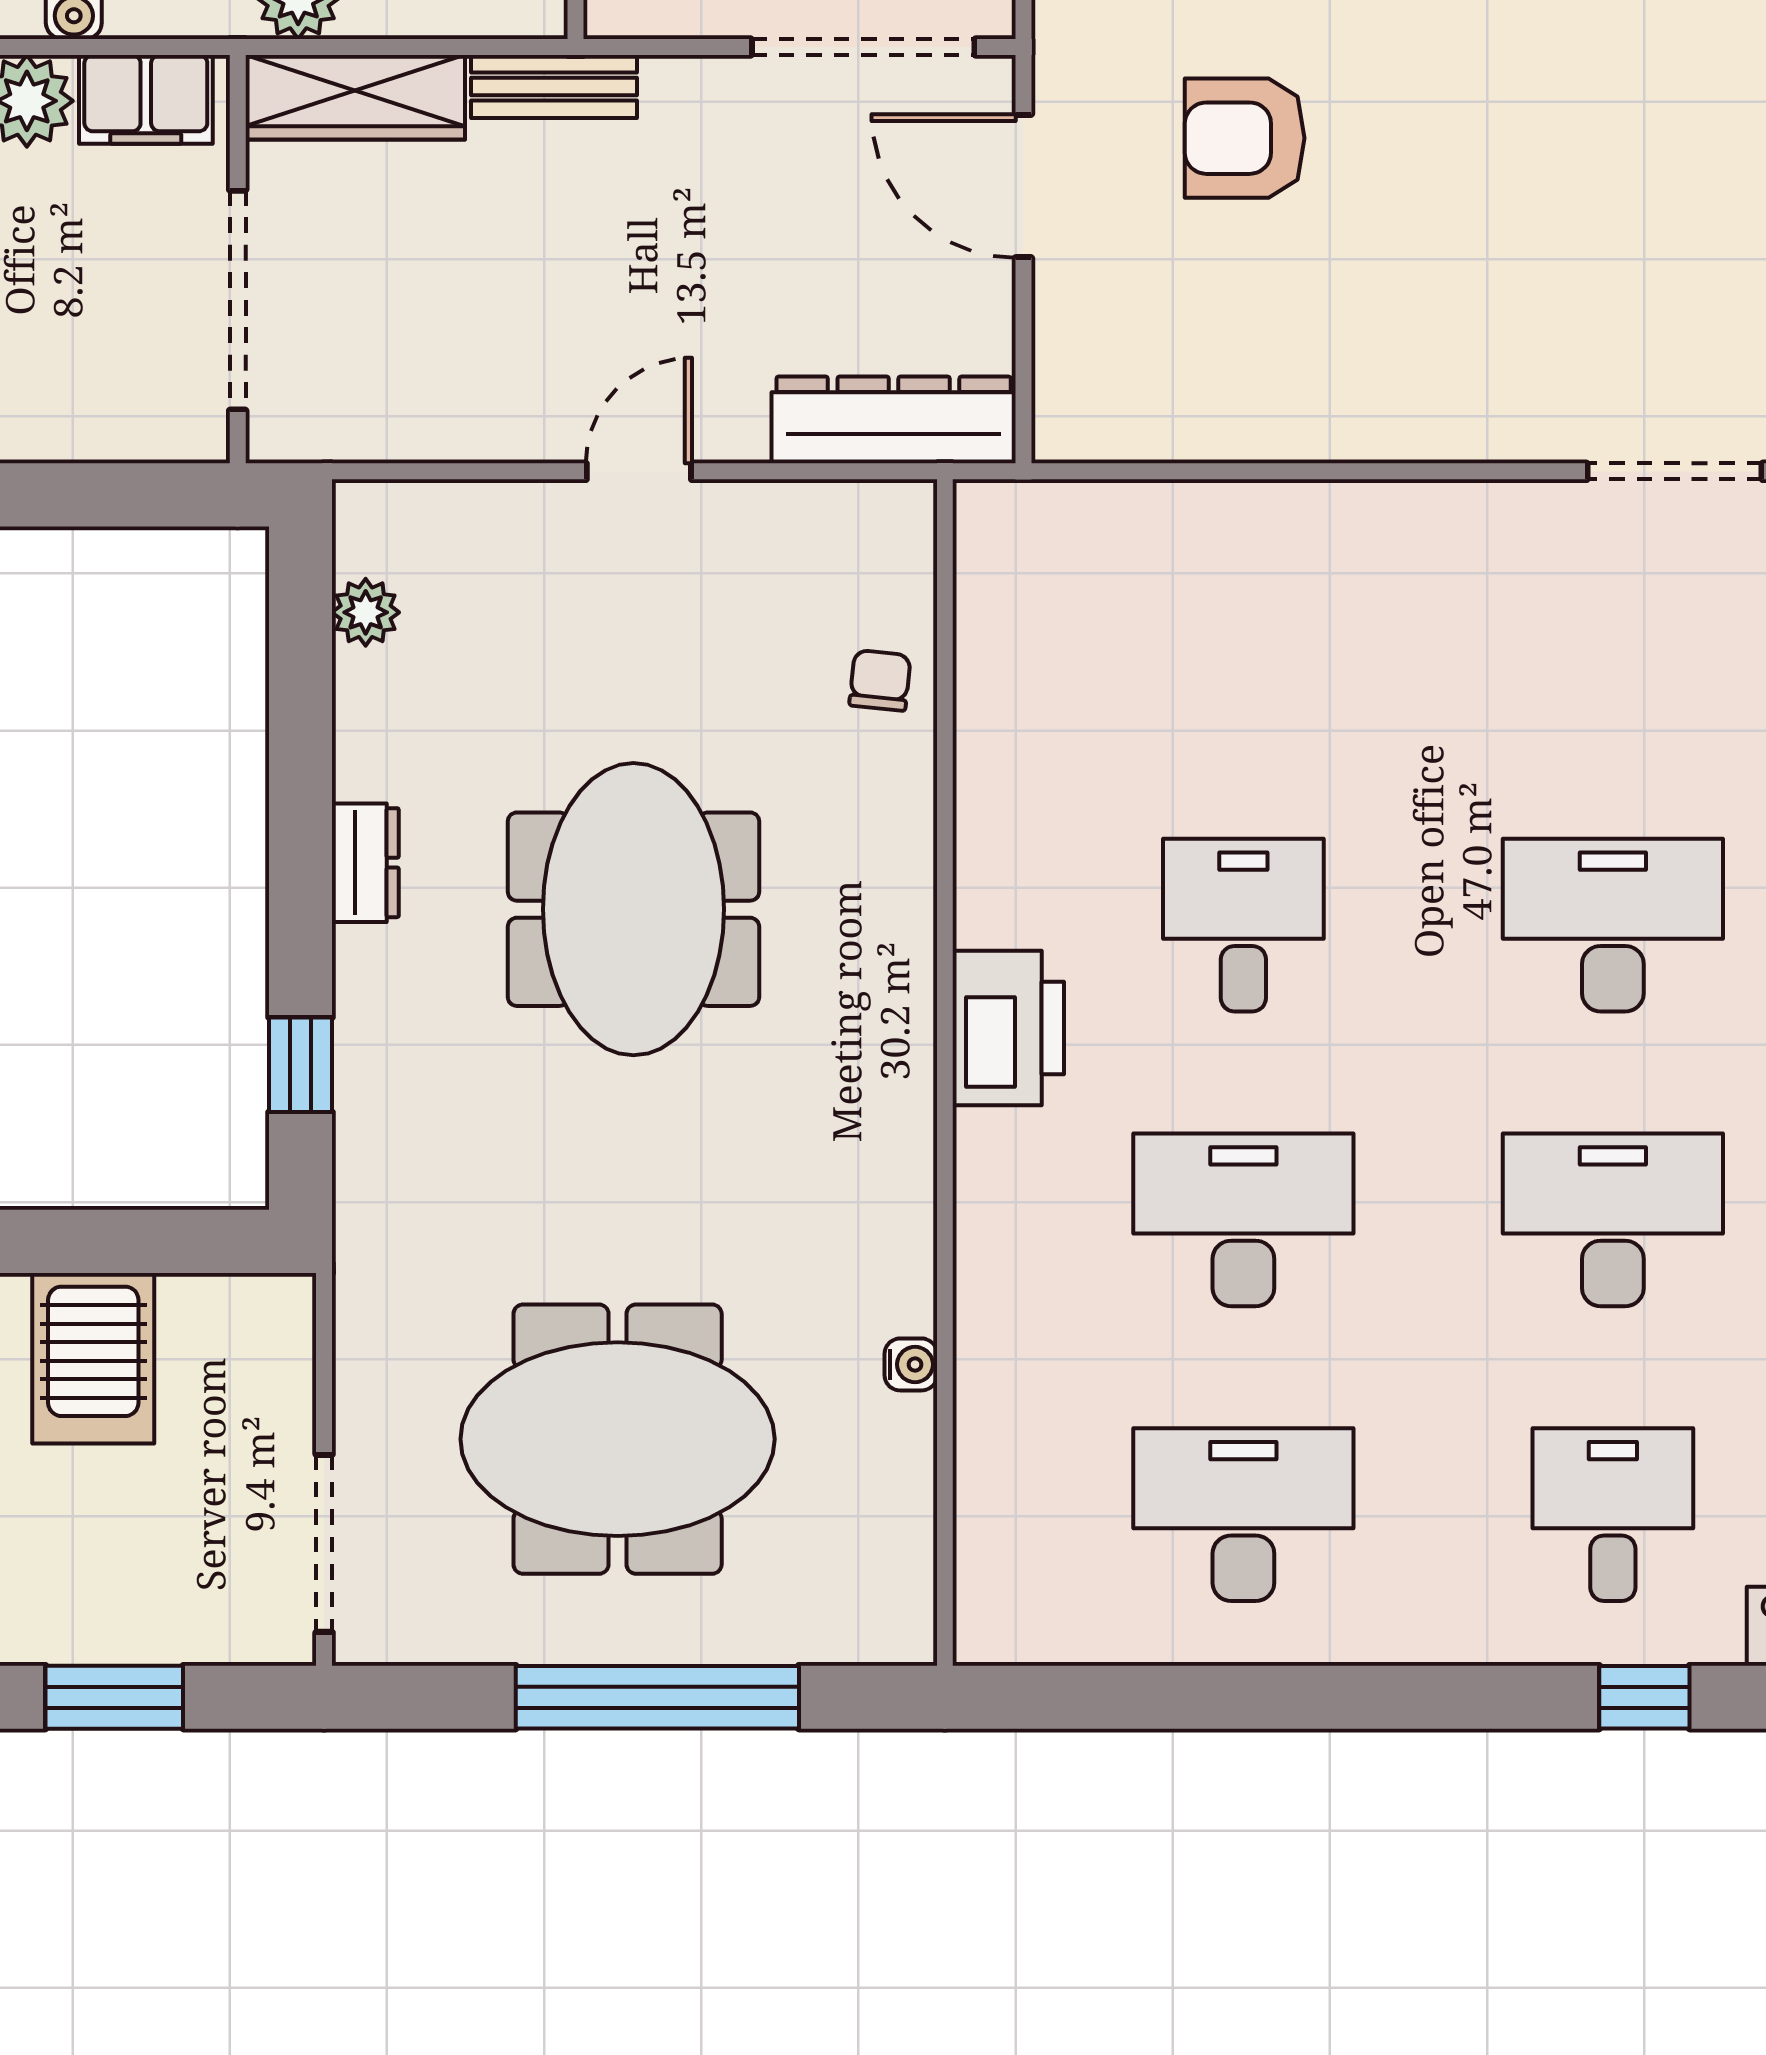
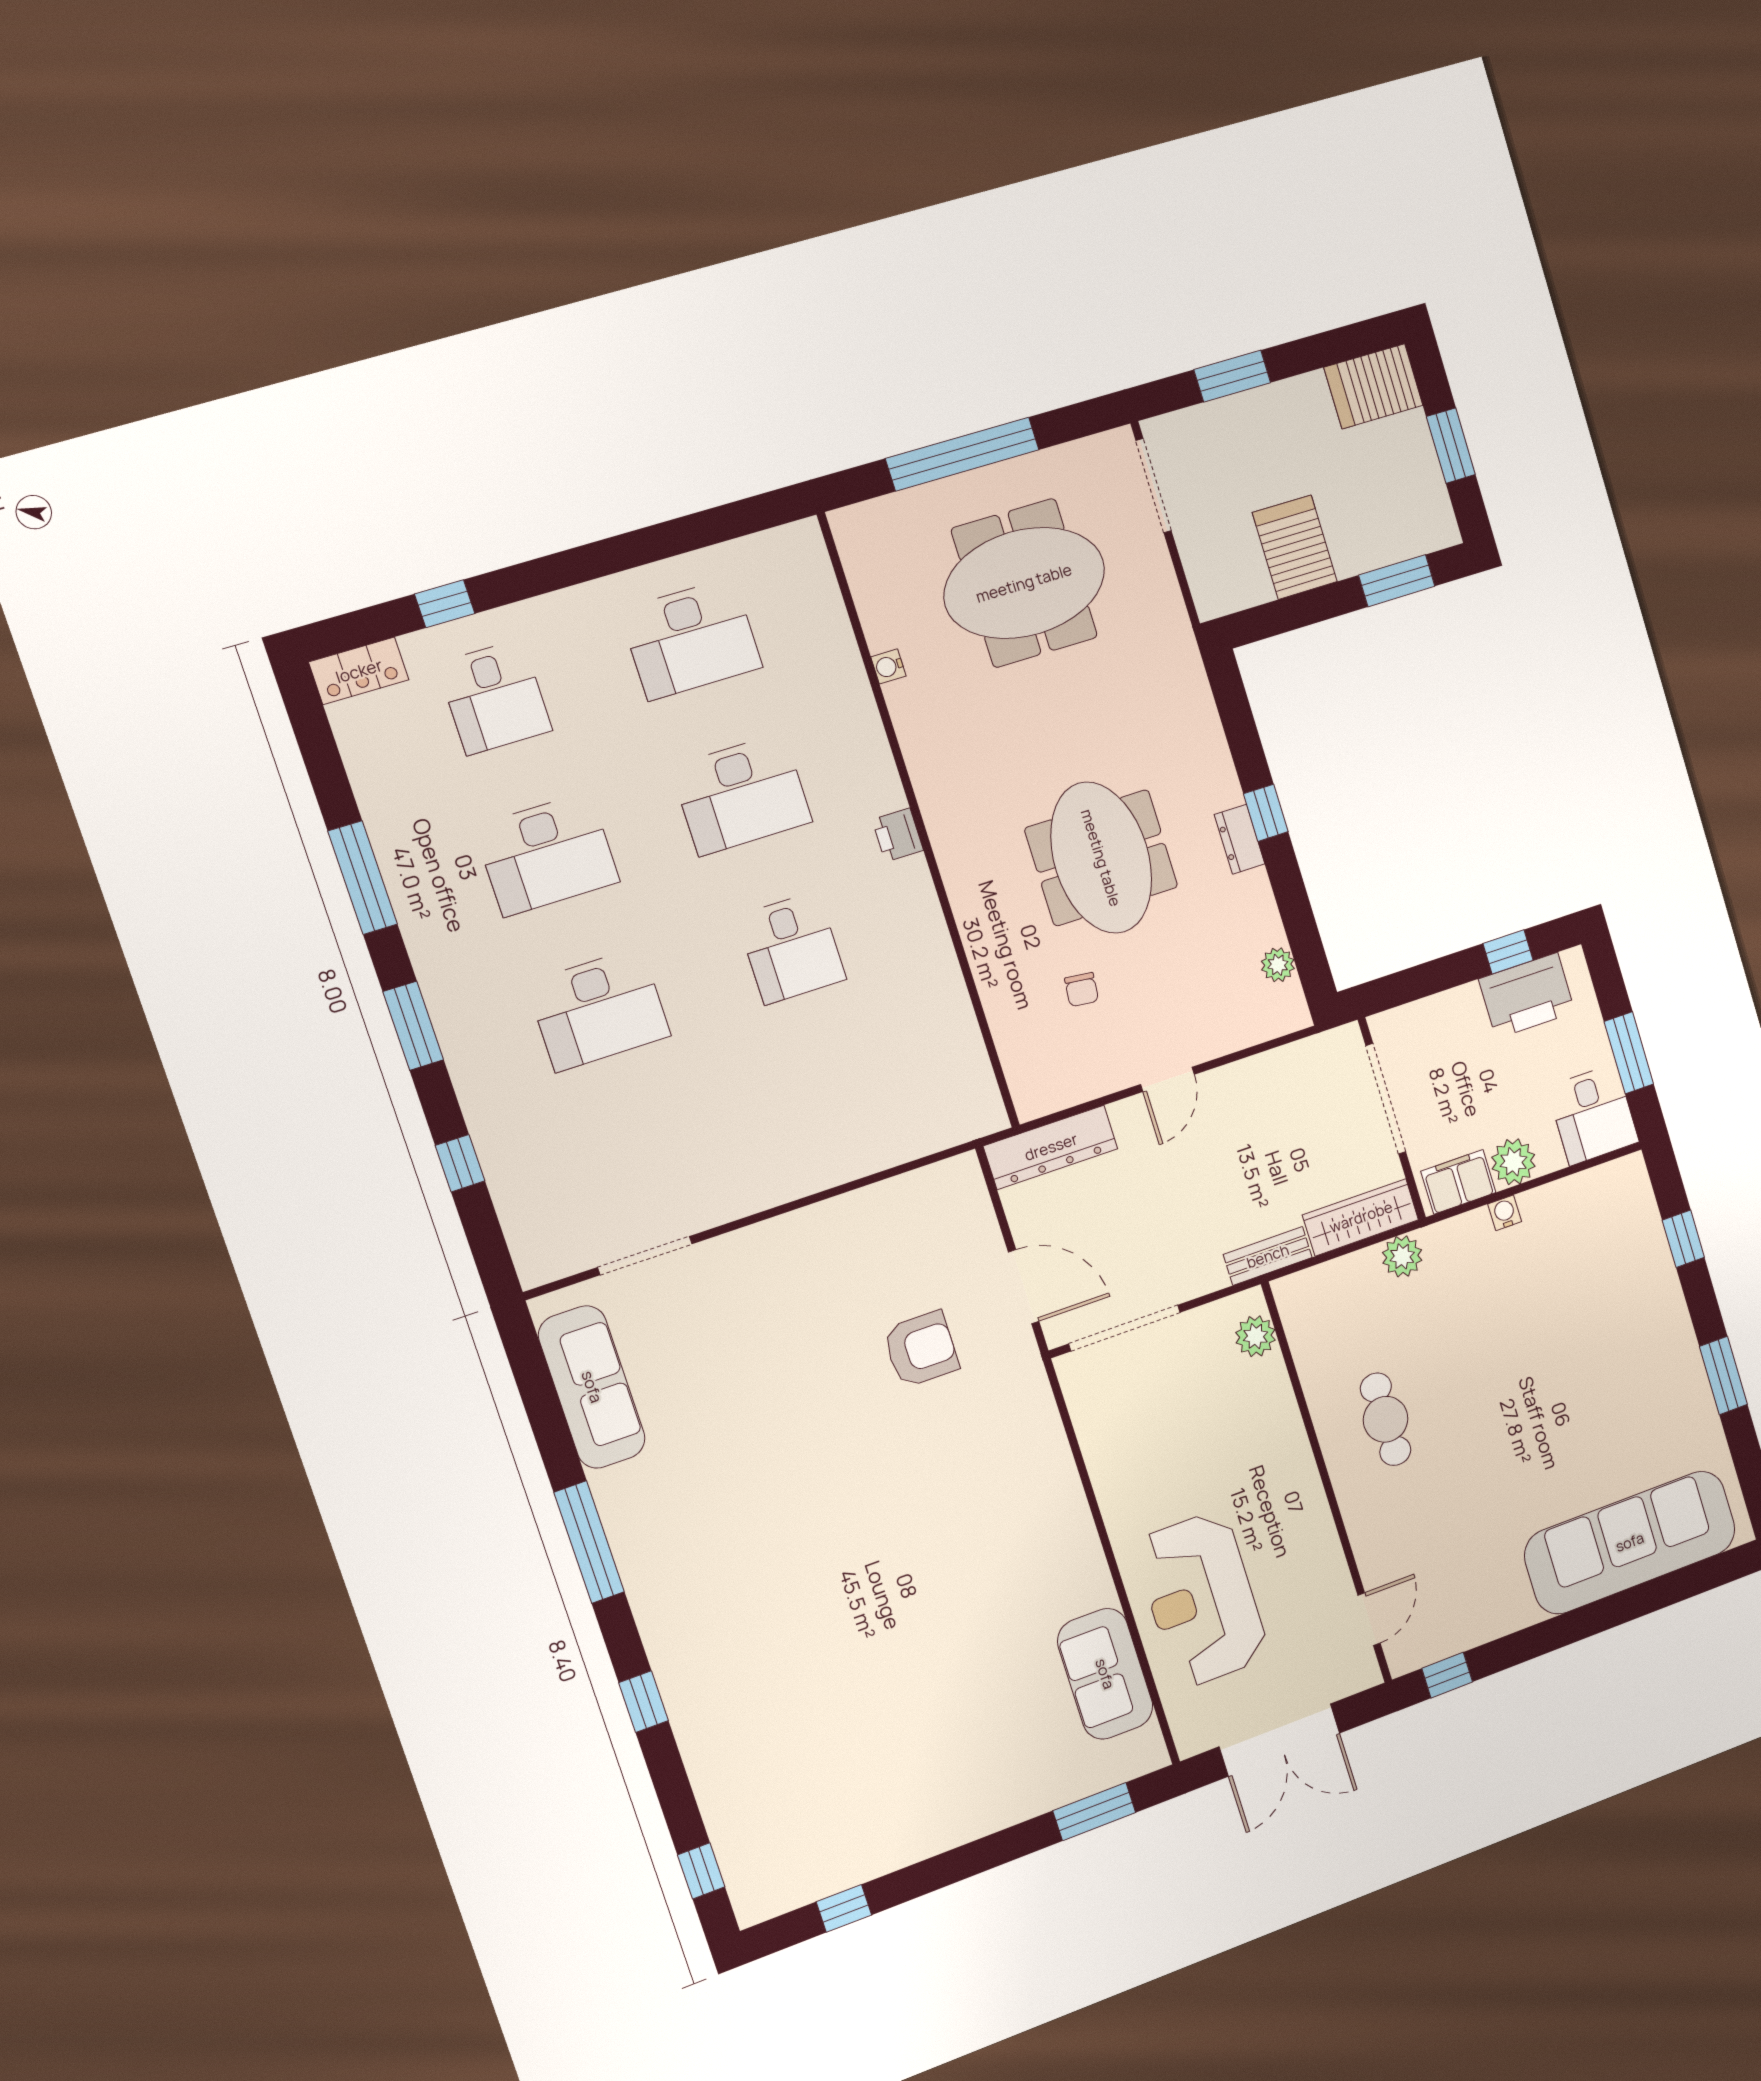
chair: (880, 680) -> (1082, 990), moved
printer: (1008, 1028) -> (898, 835), width x0.53, depth x0.68
window: (301, 1065) -> (1266, 813), moved

